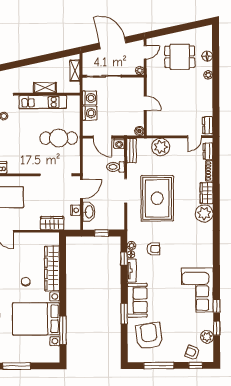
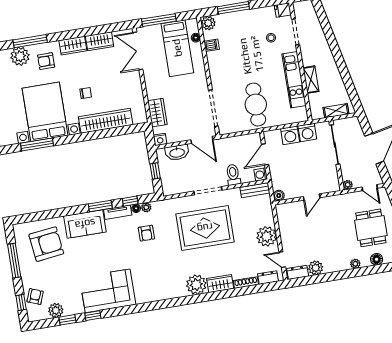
plant: (206, 109) -> (316, 268), added
plant: (161, 147) -> (267, 236), moved
nightstand: (75, 210) -> (160, 139), moved
window: (124, 314) -> (100, 206), moved

